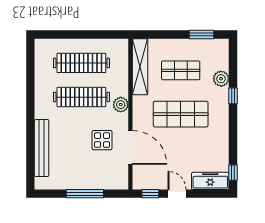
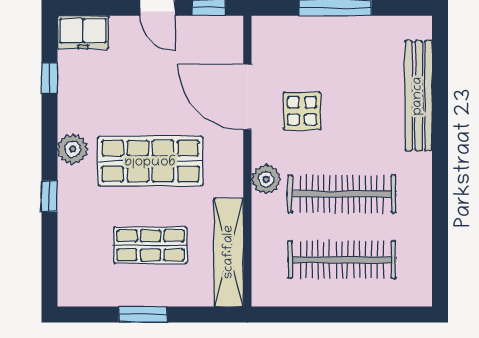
window: (202, 35) -> (143, 314), moved
plant: (221, 79) -> (73, 149), moved
window: (233, 173) -> (49, 78), moved
freezer: (210, 181) -> (83, 32), width x0.71

